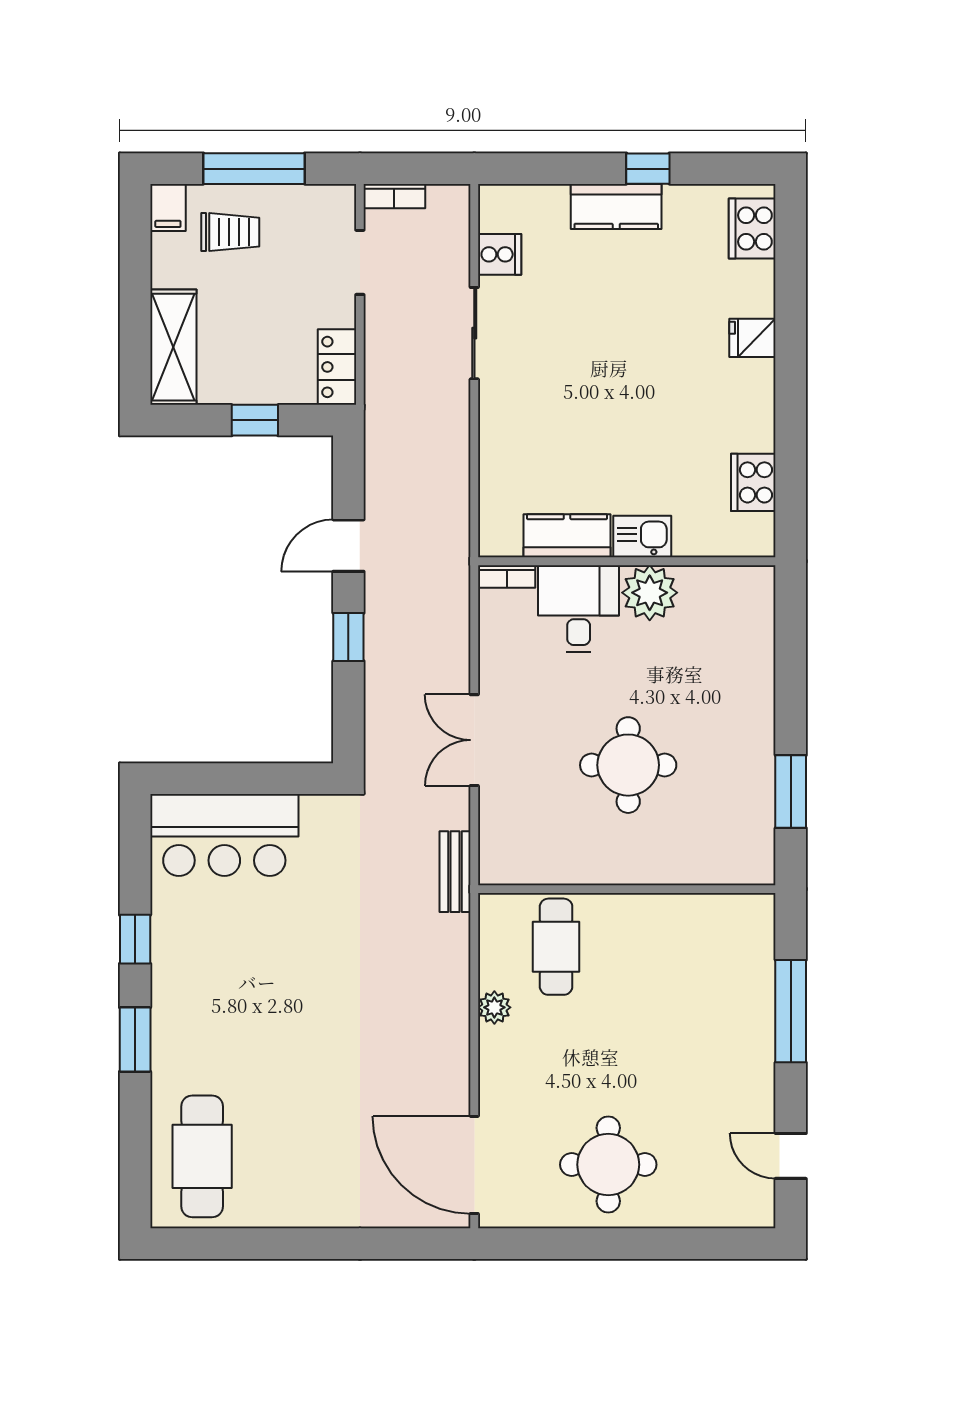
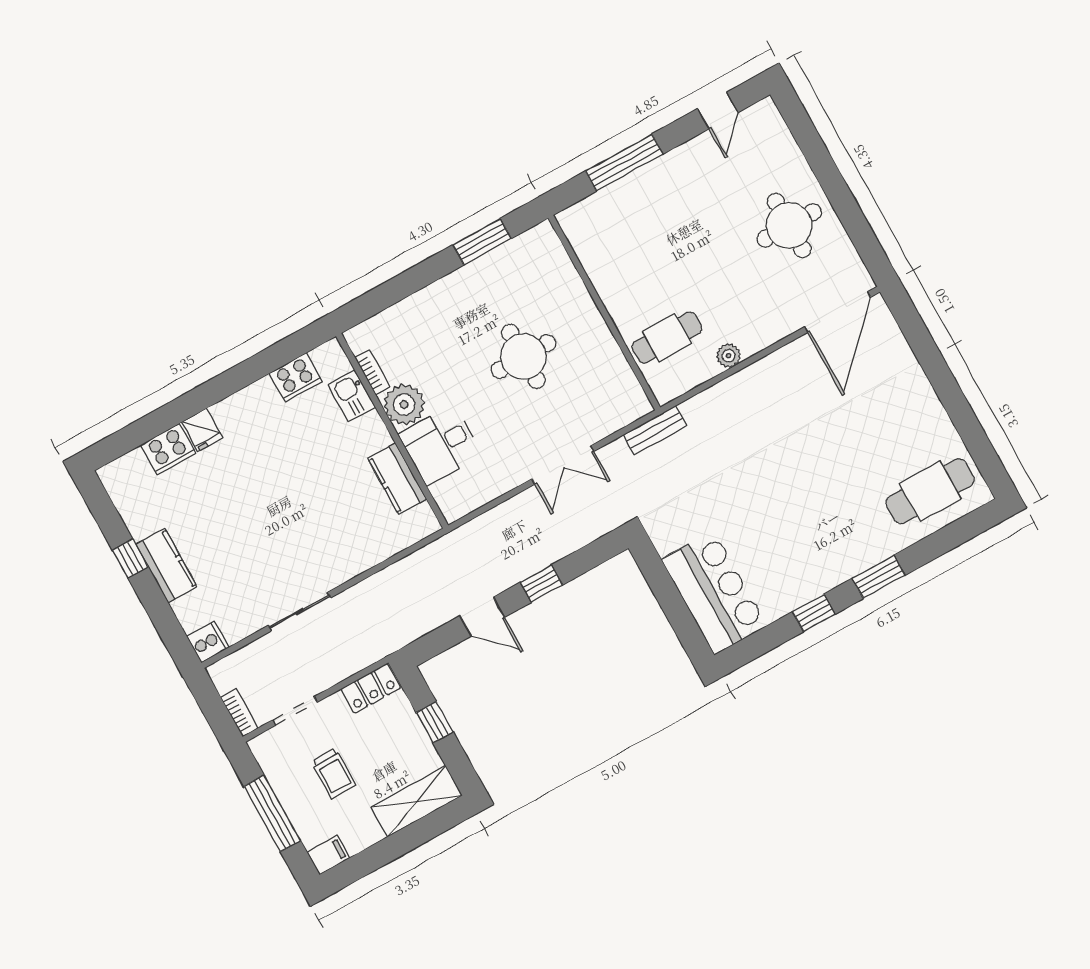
cooker: (752, 228) -> (168, 449), moved
trolley: (230, 232) -> (333, 773), moved, turned 180
cooker: (500, 254) -> (208, 642), moved, turned 90
kitchen sink: (642, 536) -> (352, 396), moved
bookcase: (507, 576) -> (372, 372), moved

